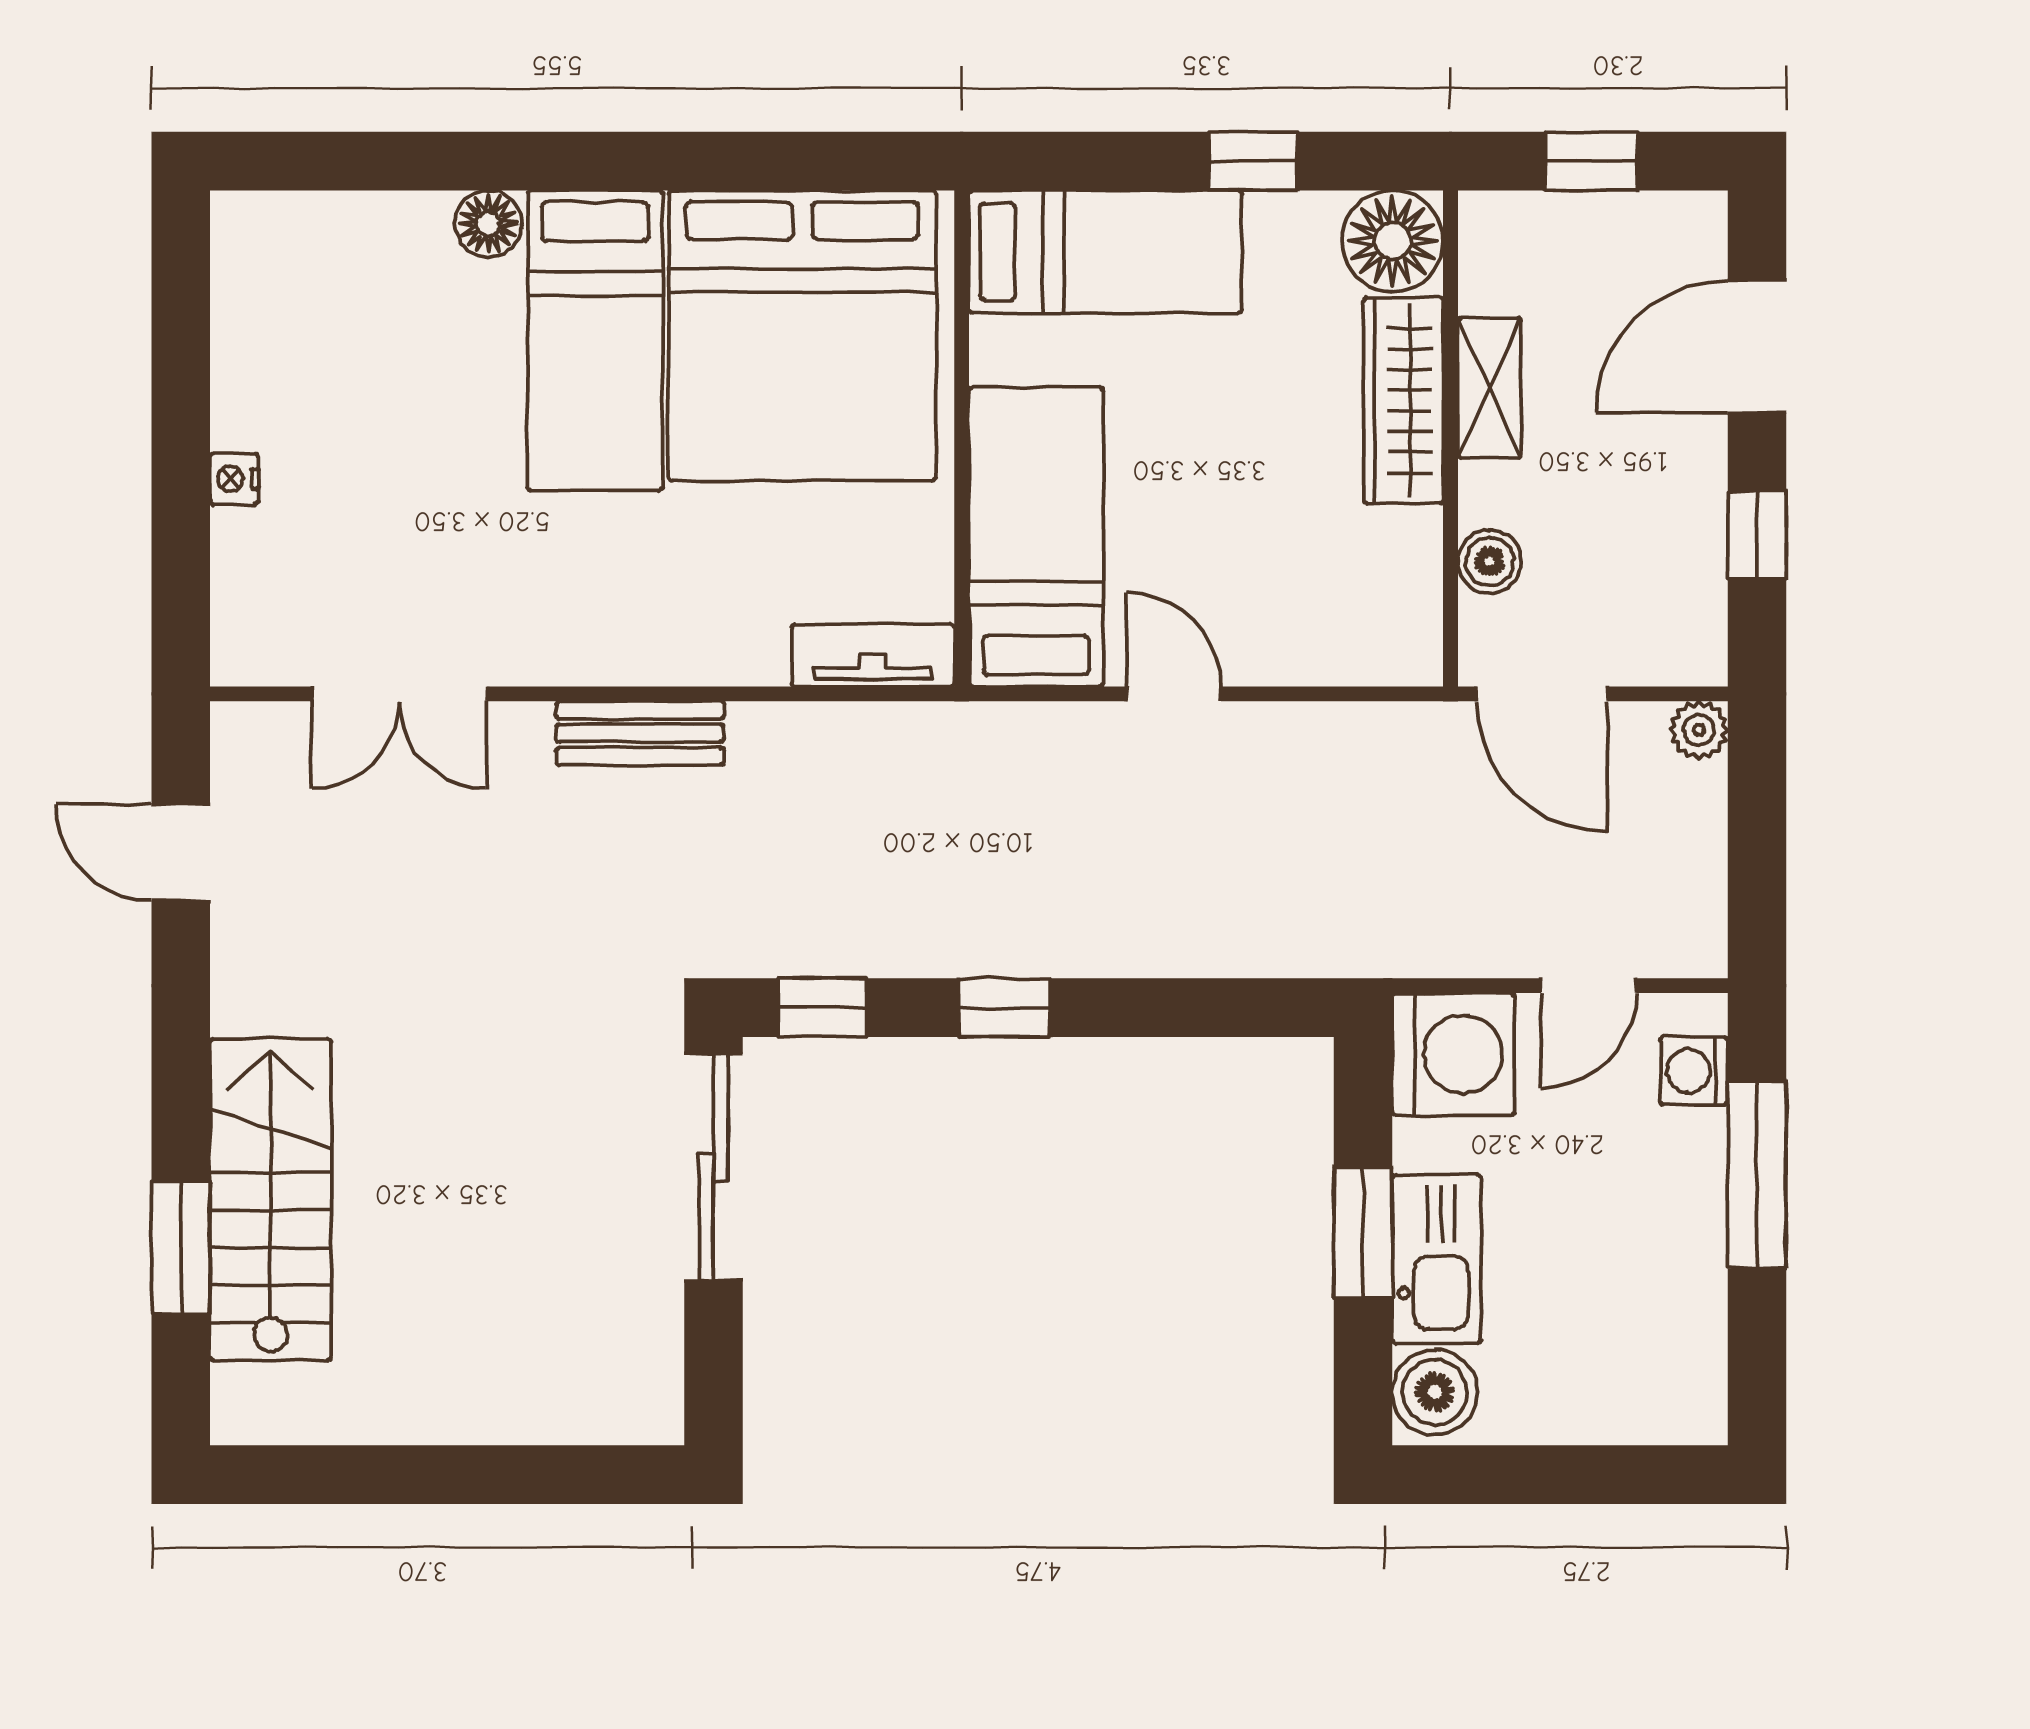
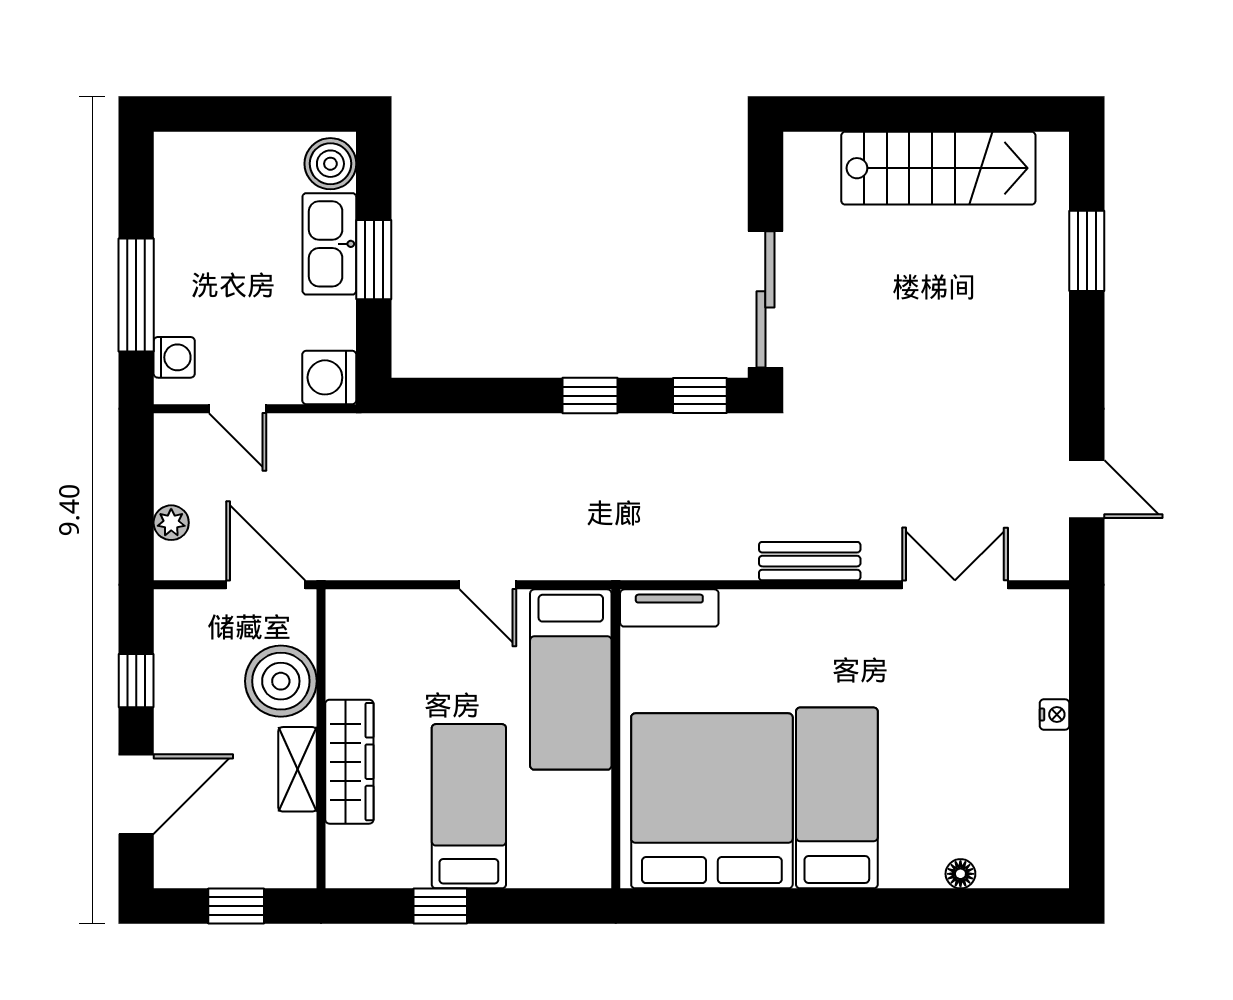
floor lamp: (488, 224) -> (960, 874), moved, width x0.73, depth x0.73
floor lamp: (1392, 241) -> (356, 858), removed
bed: (1105, 252) -> (469, 806), moved, turned 90
boiler: (1490, 562) -> (281, 681), width x1.86, depth x1.86
plant: (1699, 730) -> (171, 523), moved
door: (1589, 986) -> (238, 409), swing flipped
washing machine: (1453, 1054) -> (329, 377), width x0.73, depth x0.73
stairs: (271, 1199) -> (938, 168), moved, turned -90

